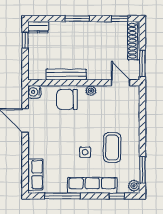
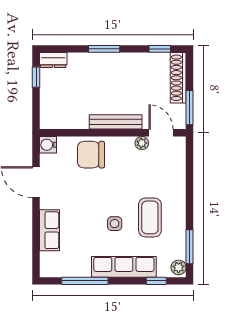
bench: (66, 74) -> (116, 122), moved
plant: (91, 91) -> (142, 143), moved
row of seats: (35, 174) -> (49, 230), moved

